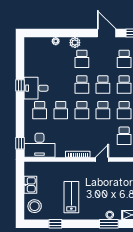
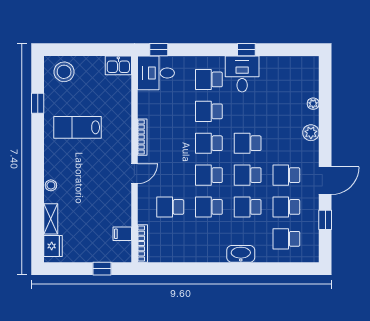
school desk: (82, 59) -> (286, 175), moved
desk: (40, 145) -> (156, 73), width x0.73
door: (102, 159) -> (134, 174), hinge flipped
kitchen sink: (30, 185) -> (118, 65), moved
lab bench: (71, 197) -> (78, 127), turned 180
window: (109, 224) -> (38, 184), removed

